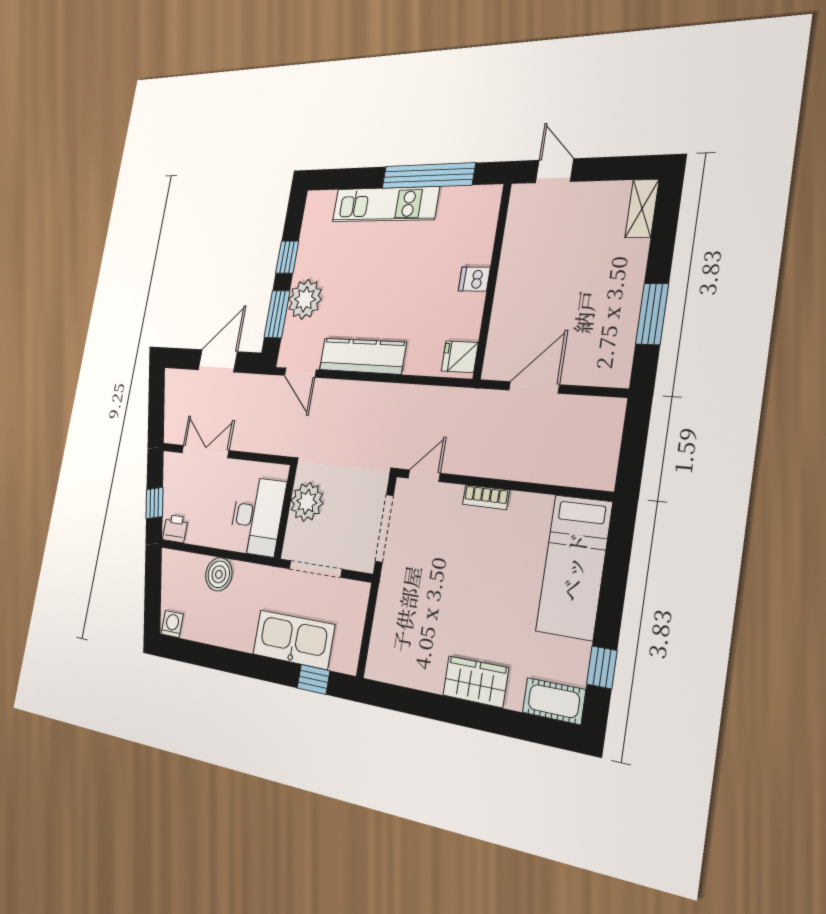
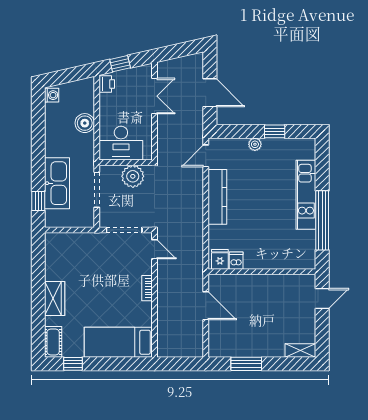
dishwasher: (474, 279) -> (236, 261), moved
plant: (305, 299) -> (255, 144), width x0.53, depth x0.53
window: (277, 314) -> (240, 131), removed

